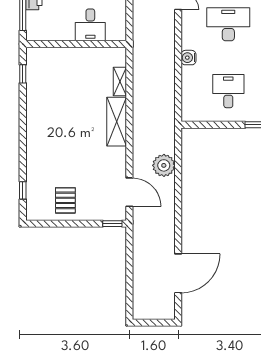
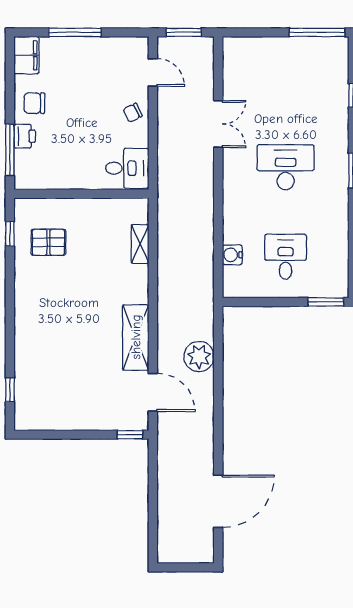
desk: (90, 25) -> (127, 168), moved, turned -90
water cooler: (188, 58) -> (232, 255), moved
shelving: (117, 122) -> (136, 337), moved
pallet: (65, 200) -> (48, 242), moved, turned 90

